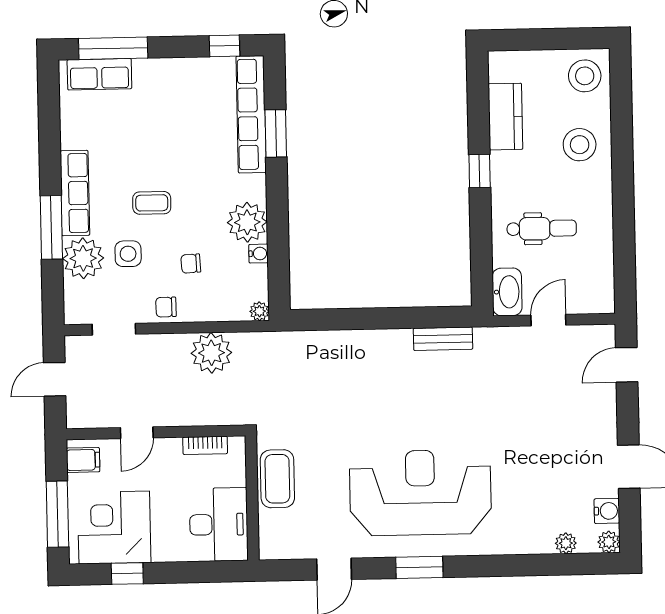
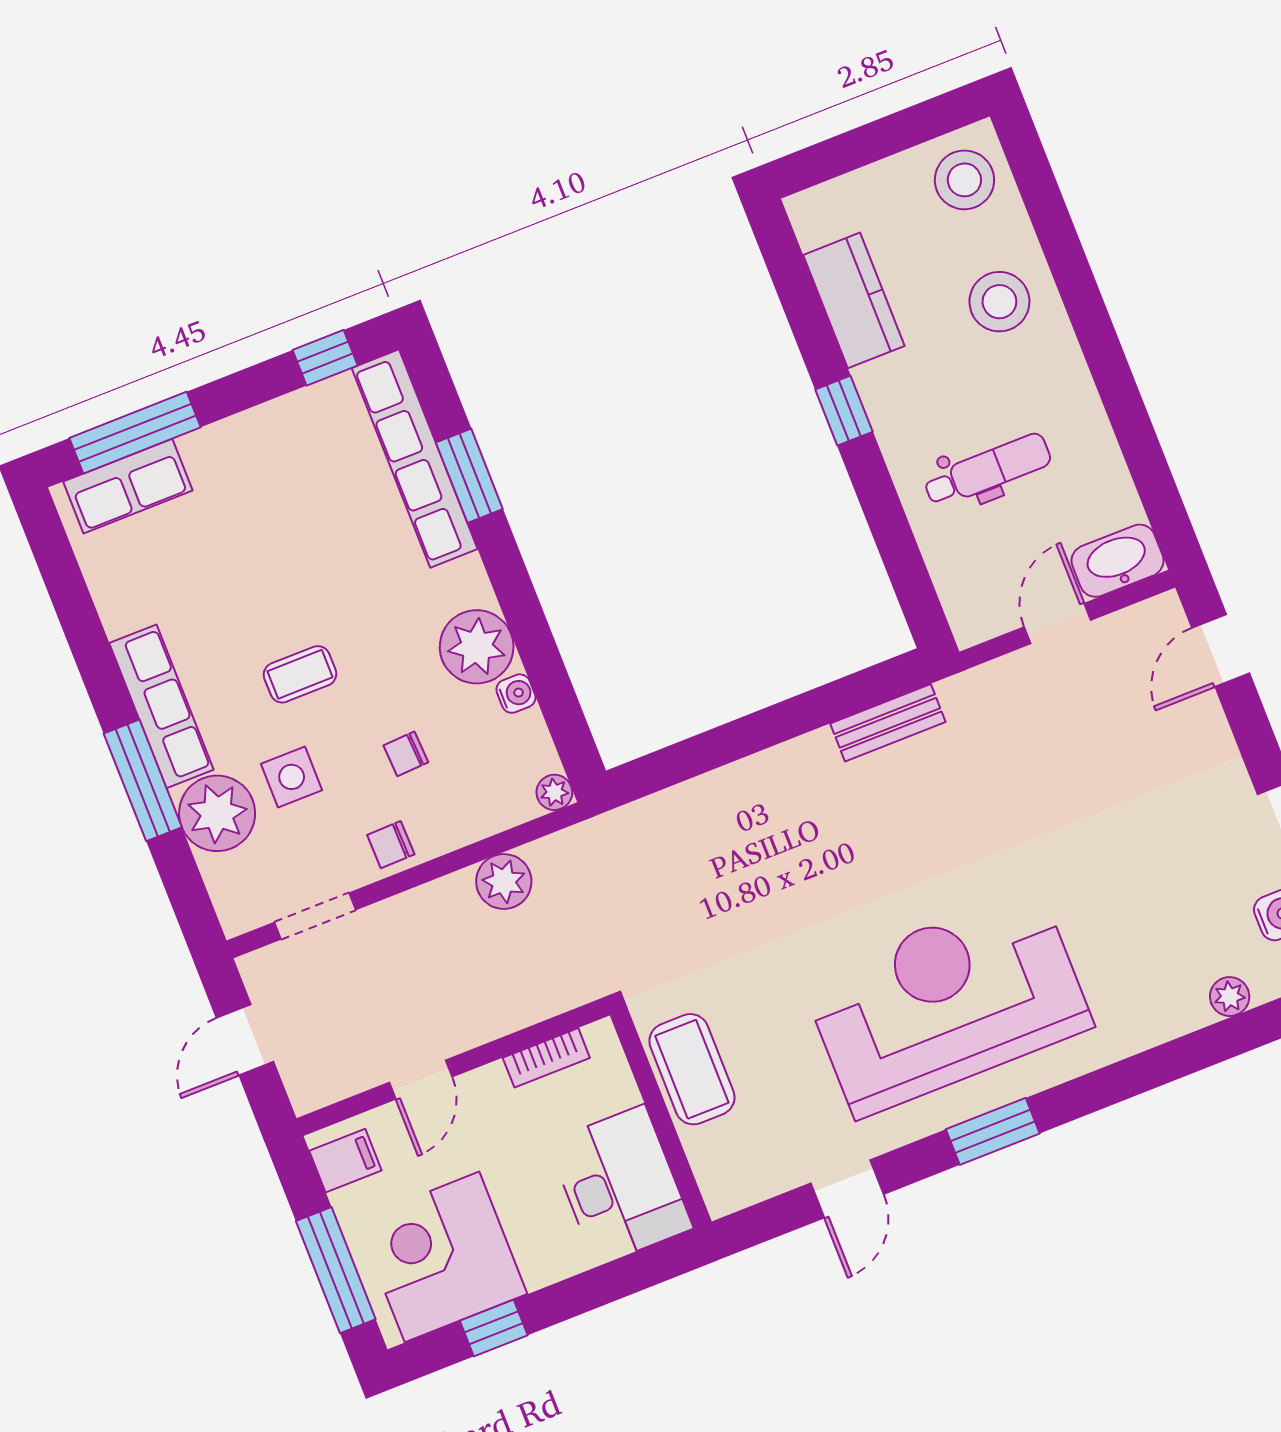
washbasin: (507, 292) -> (1118, 561), moved, turned -90
plant: (211, 353) -> (504, 881), width x0.73, depth x0.73

